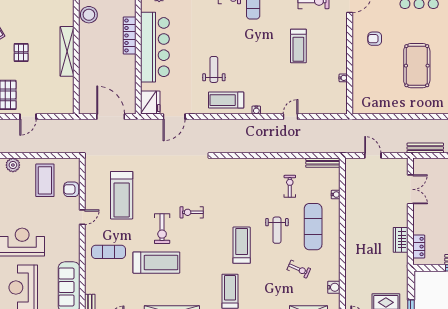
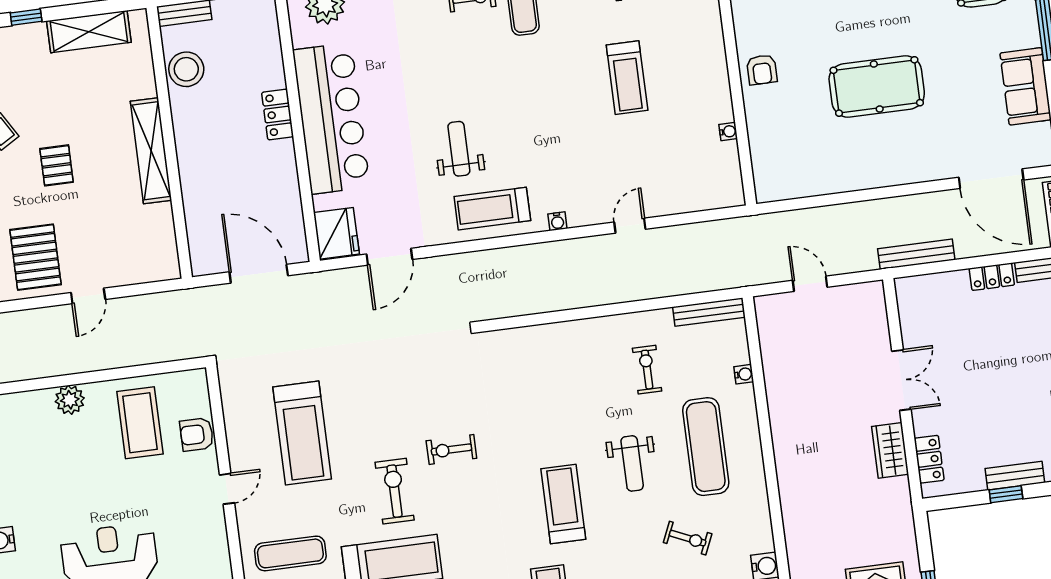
locker: (130, 35) -> (278, 114), width x0.66
armchair: (375, 39) -> (762, 70), moved, turned -90
pool table: (417, 66) -> (877, 86), turned 90
double door: (410, 189) -> (901, 380), moved
exercise bike: (162, 229) -> (395, 491), turned 180

